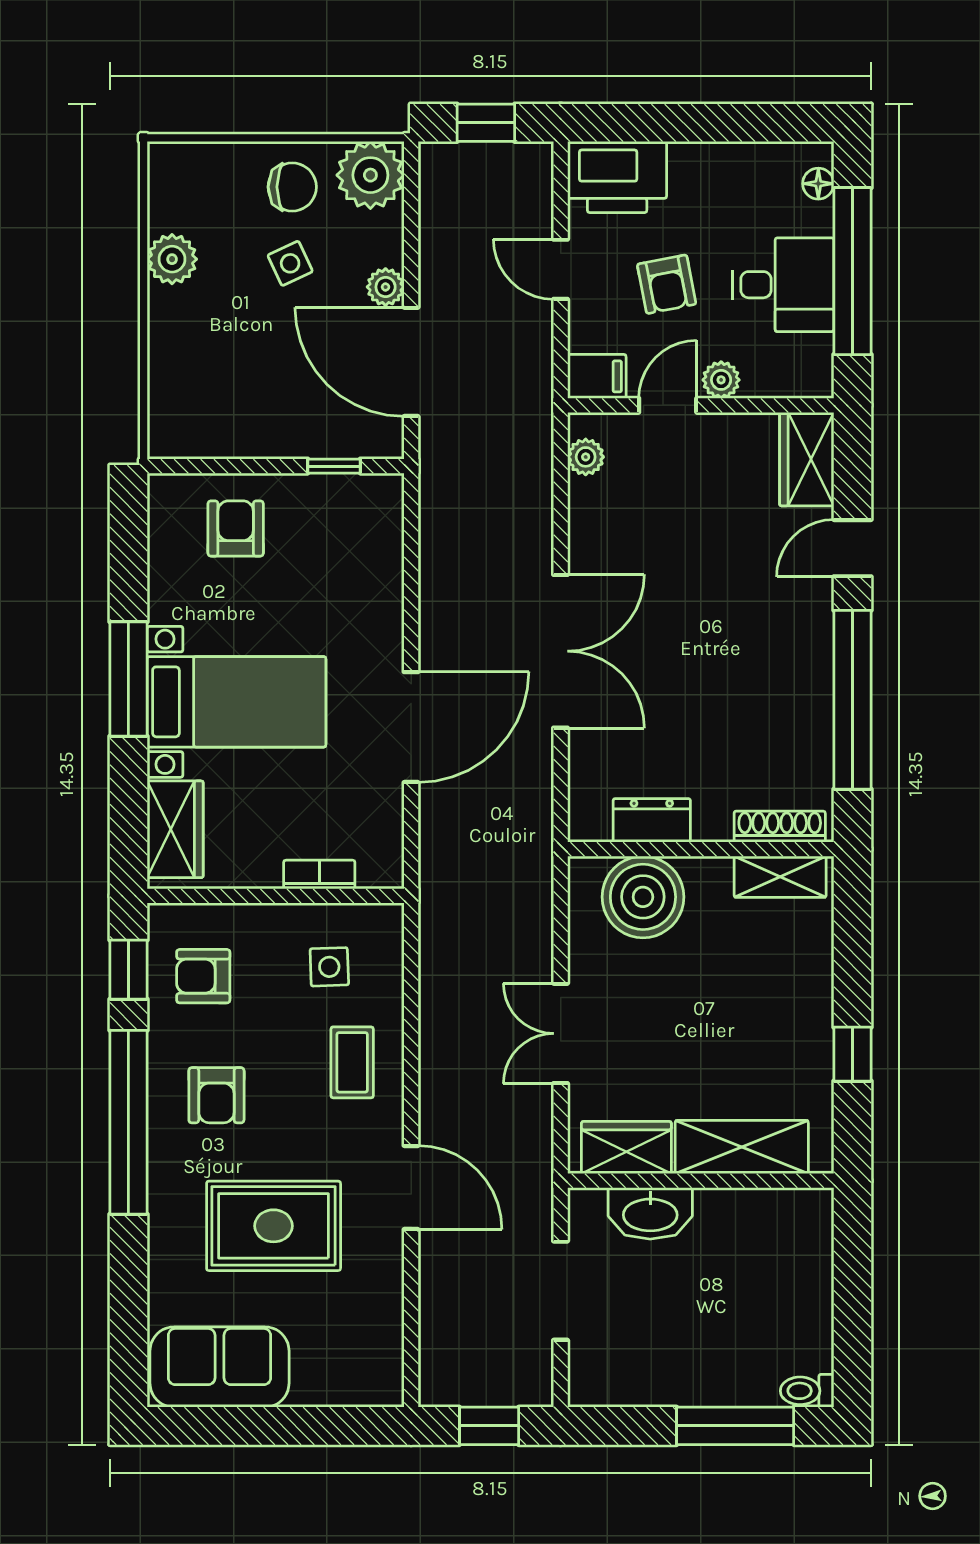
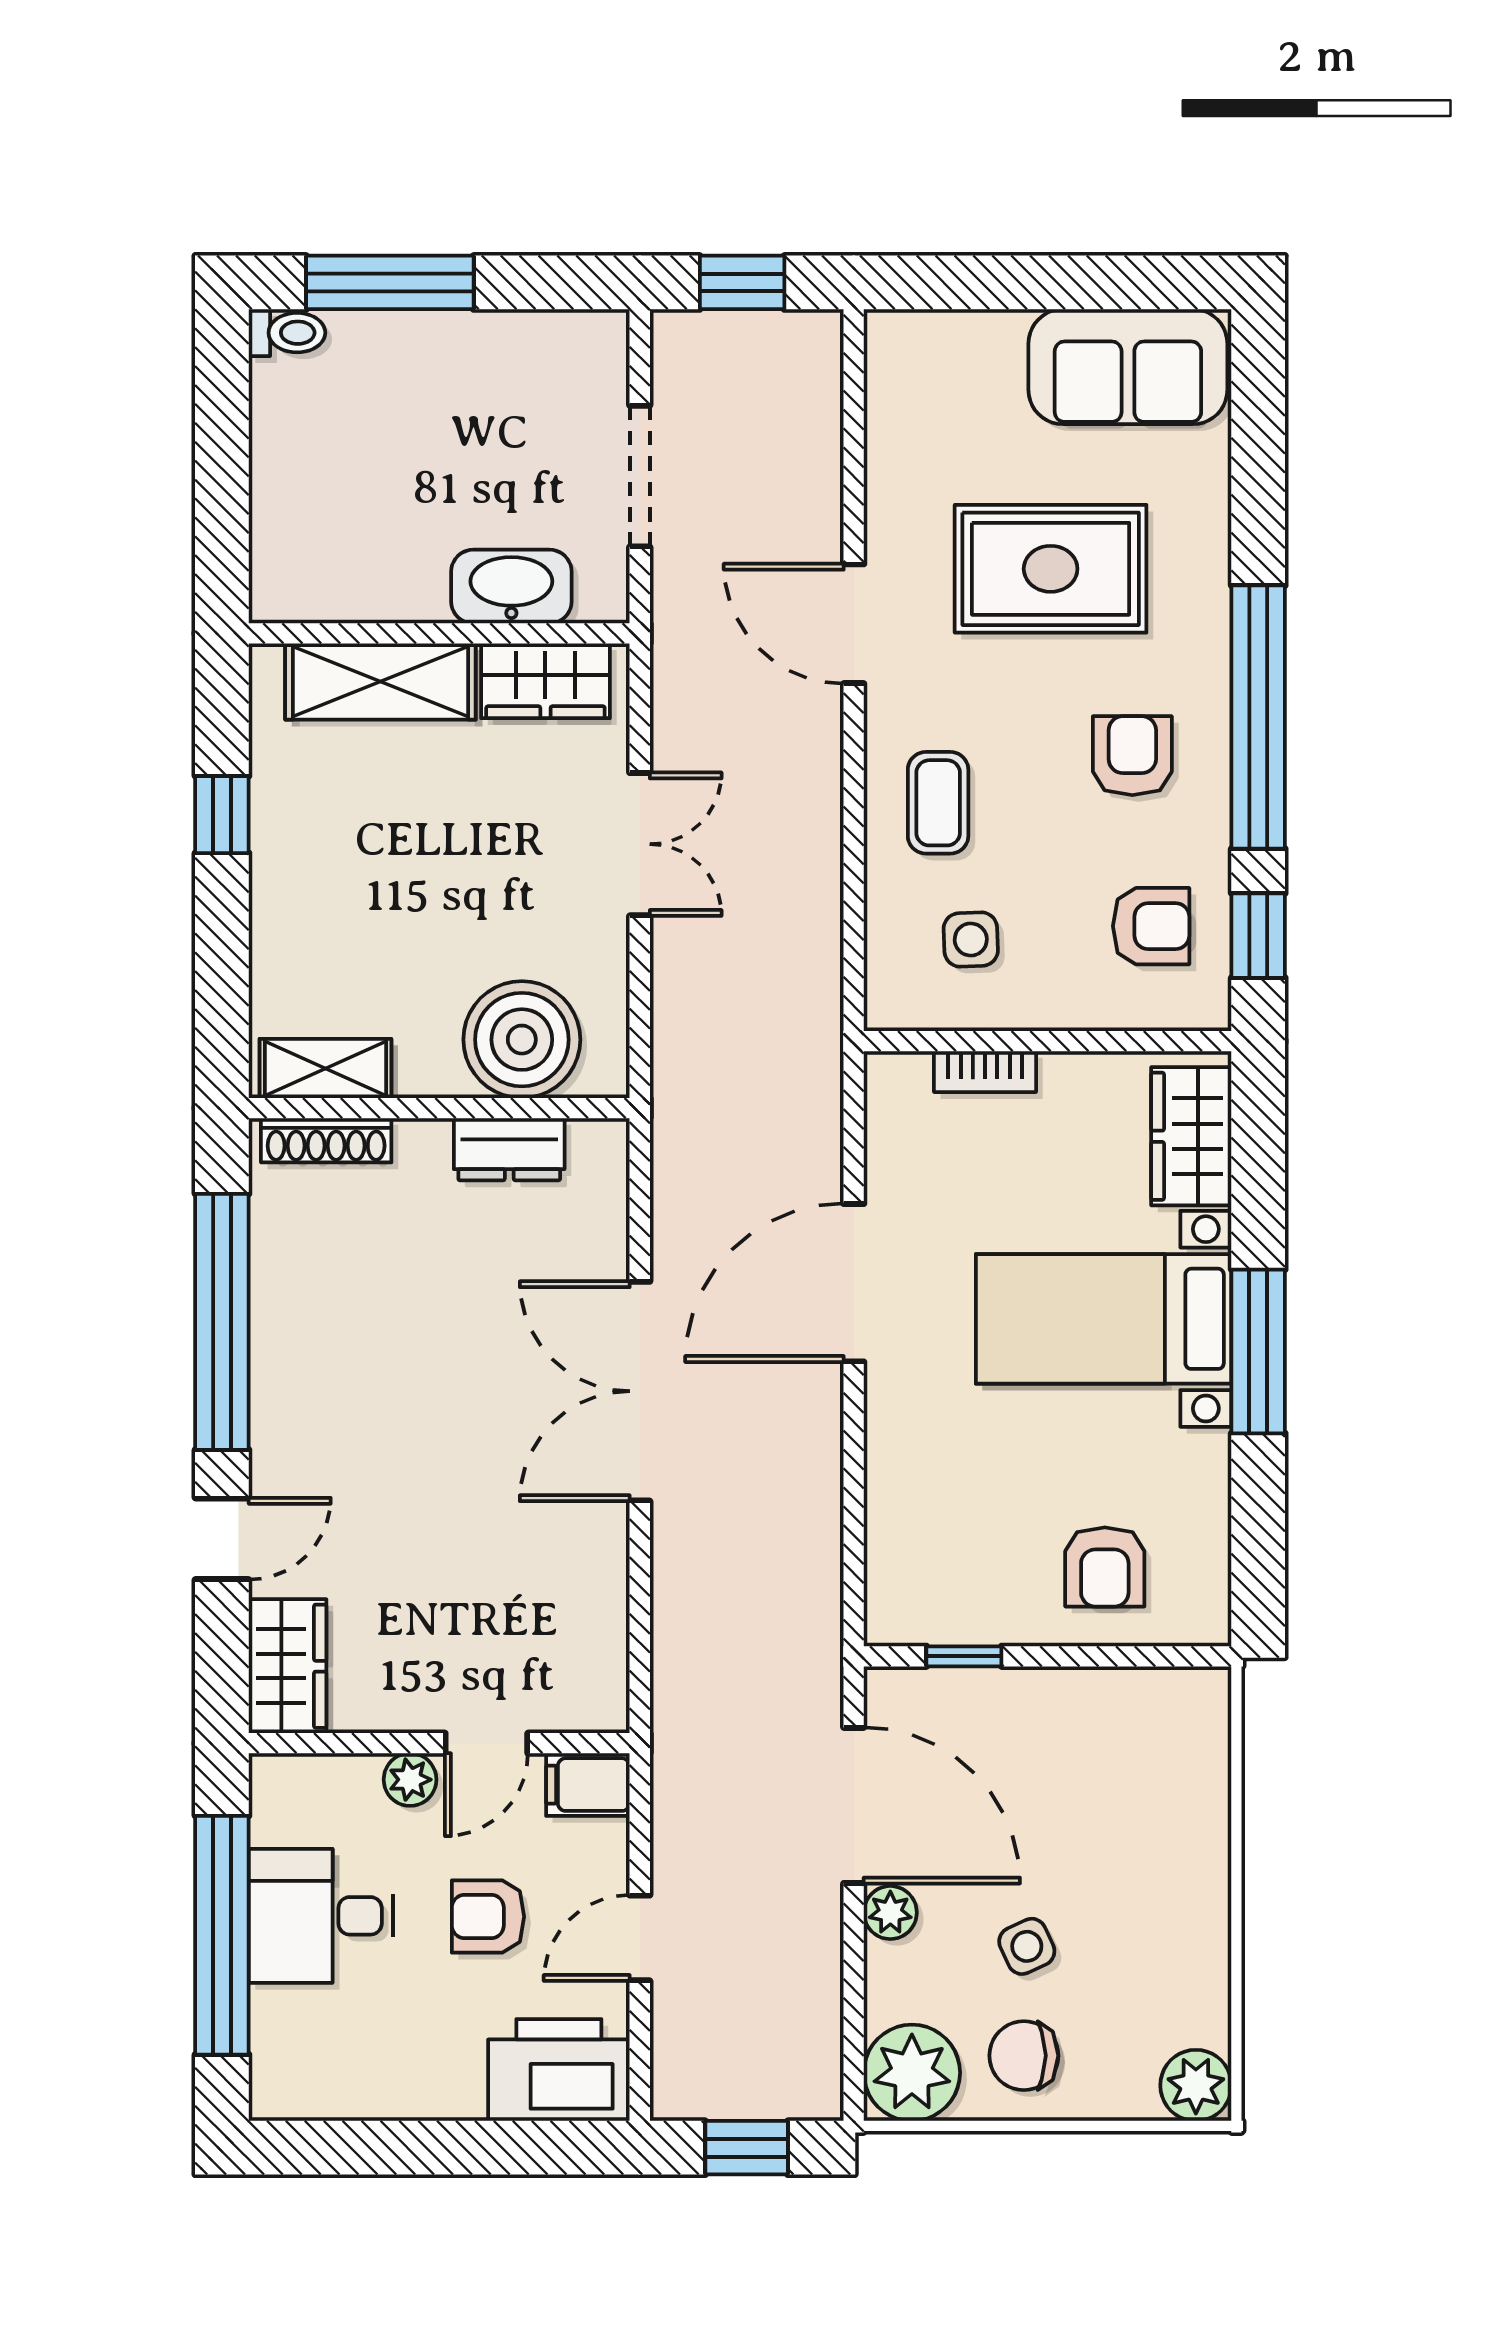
floor lamp: (818, 184) -> (271, 2061), removed
plant: (172, 259) -> (1196, 2085), moved
door: (561, 269) -> (640, 1938), swing flipped
armchair: (667, 284) -> (488, 1917), turned -79
plant: (586, 457) -> (604, 1669), removed

